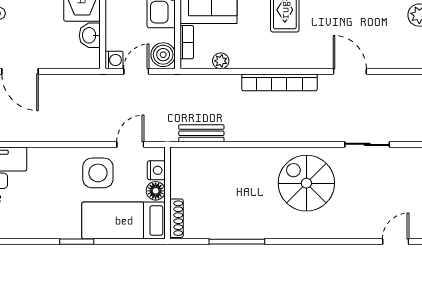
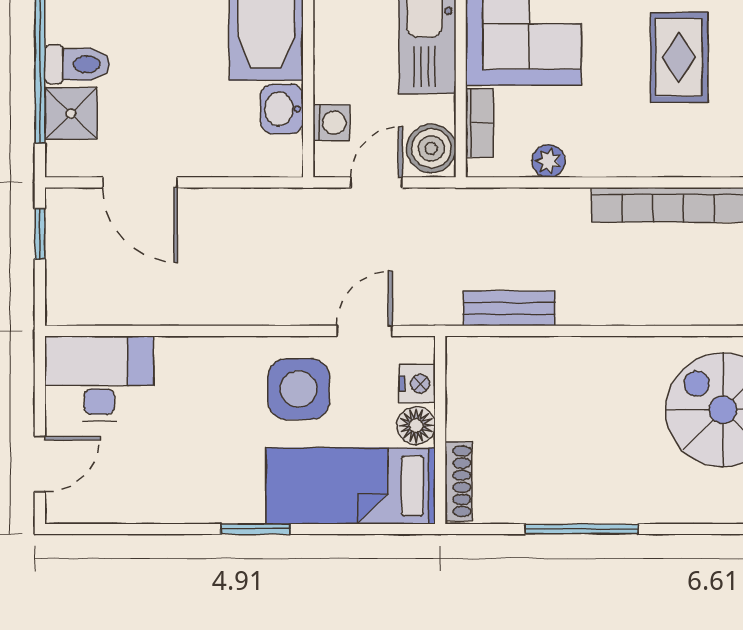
washing machine: (114, 60) -> (331, 123), moved

